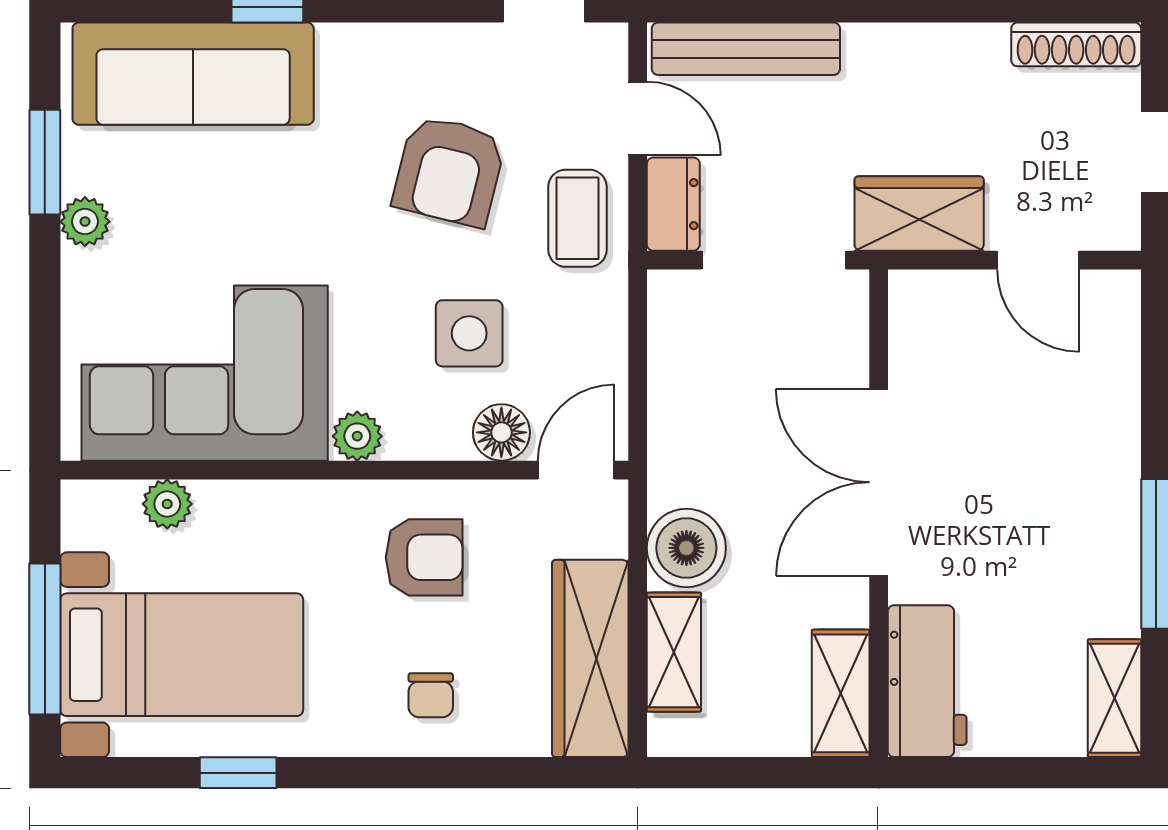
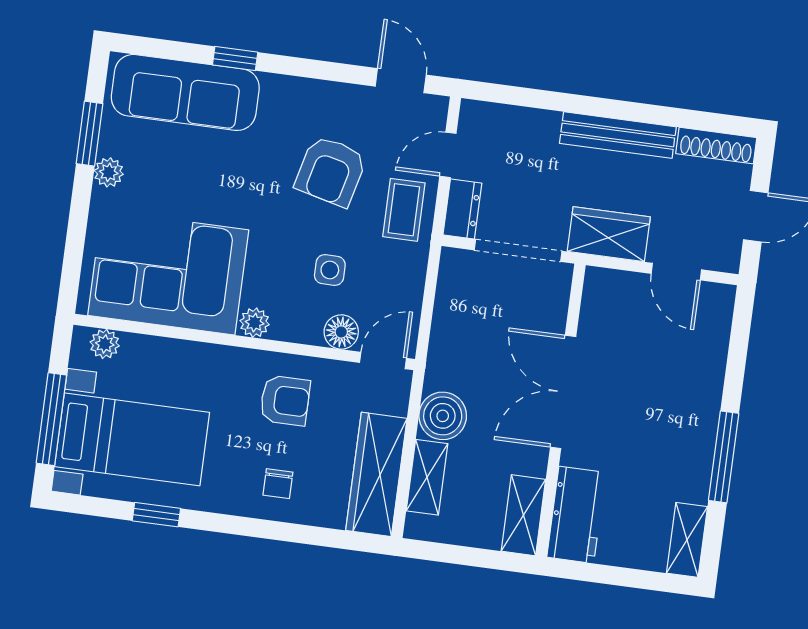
bench: (746, 49) -> (618, 135), moved
door: (638, 118) -> (448, 155), swing flipped
side table: (469, 333) -> (330, 270), width x0.73, depth x0.73
plant: (167, 504) -> (105, 344), moved

